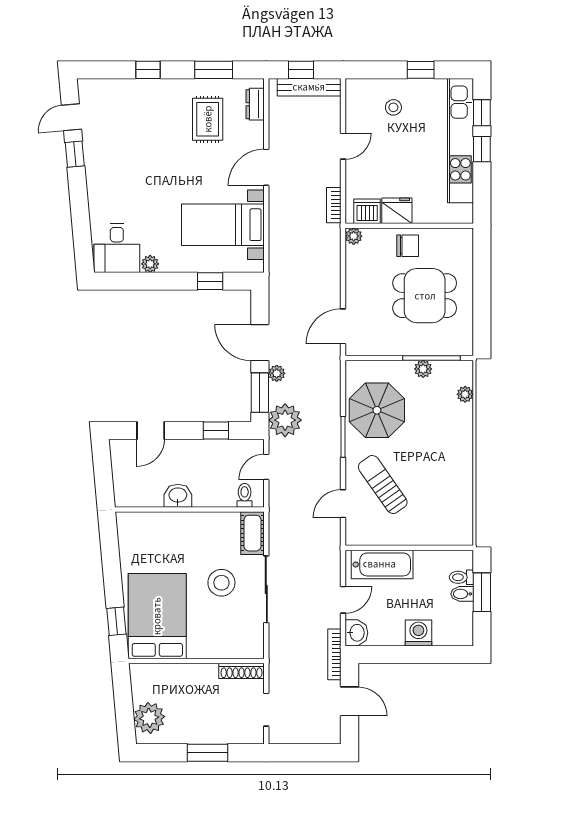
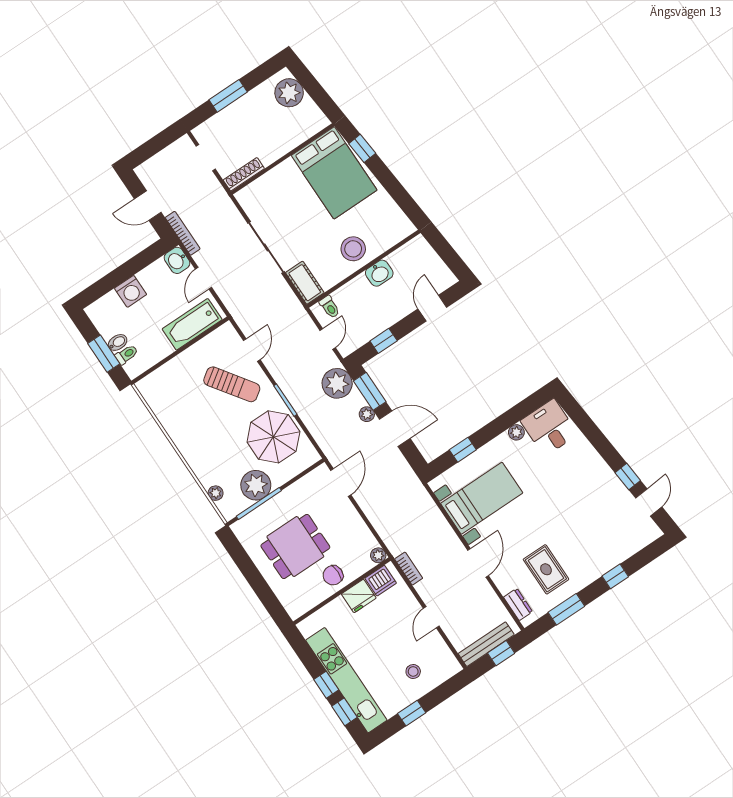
plant: (423, 369) -> (256, 485), width x1.88, depth x1.88
stool: (221, 583) -> (353, 249), moved

